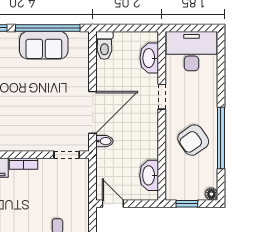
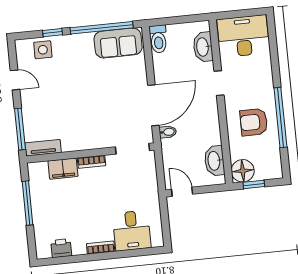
sofa: (44, 45) -> (118, 43), moved
armchair: (193, 140) -> (254, 122), turned 35
doorway: (67, 155) -> (133, 149), width x1.38
floor lamp: (211, 194) -> (243, 171), moved, width x1.89, depth x1.89

